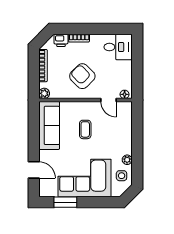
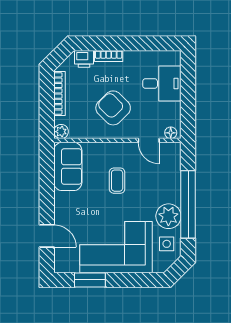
desk: (118, 47) -> (162, 84), moved
sofa: (49, 125) -> (68, 166), width x0.73
window: (137, 147) -> (188, 204), added
plant: (127, 160) -> (168, 216), width x1.88, depth x1.88

